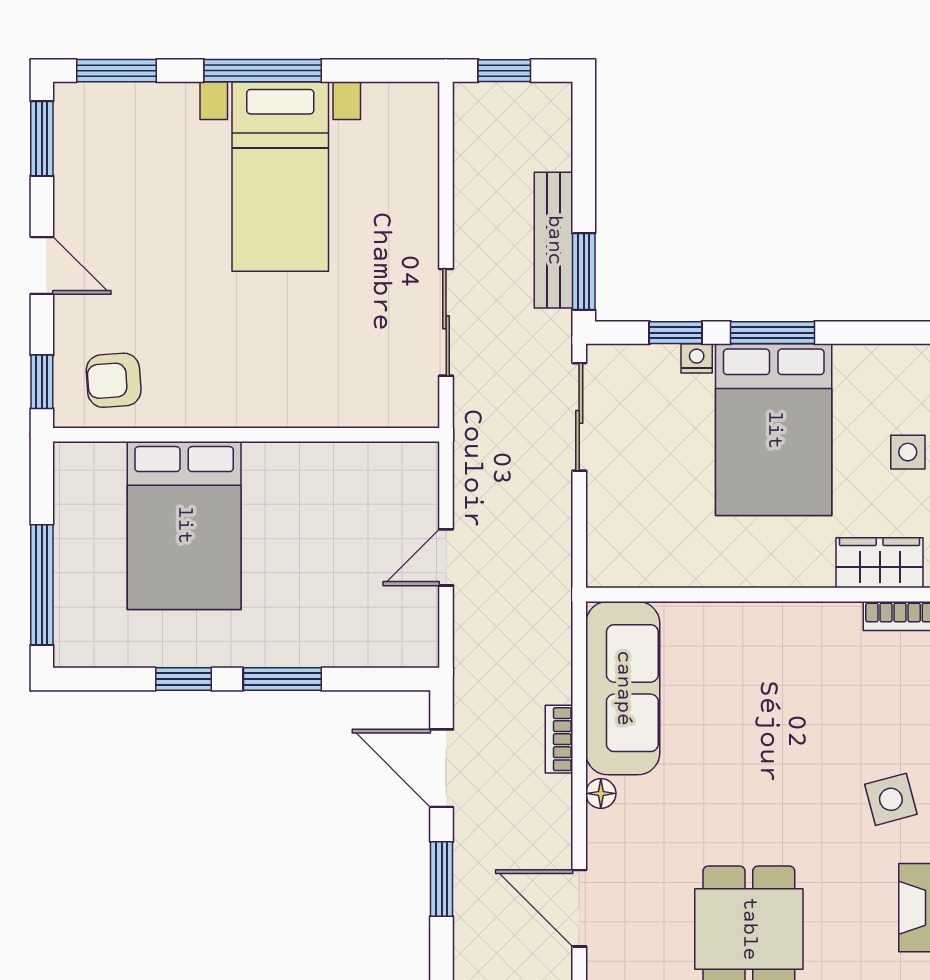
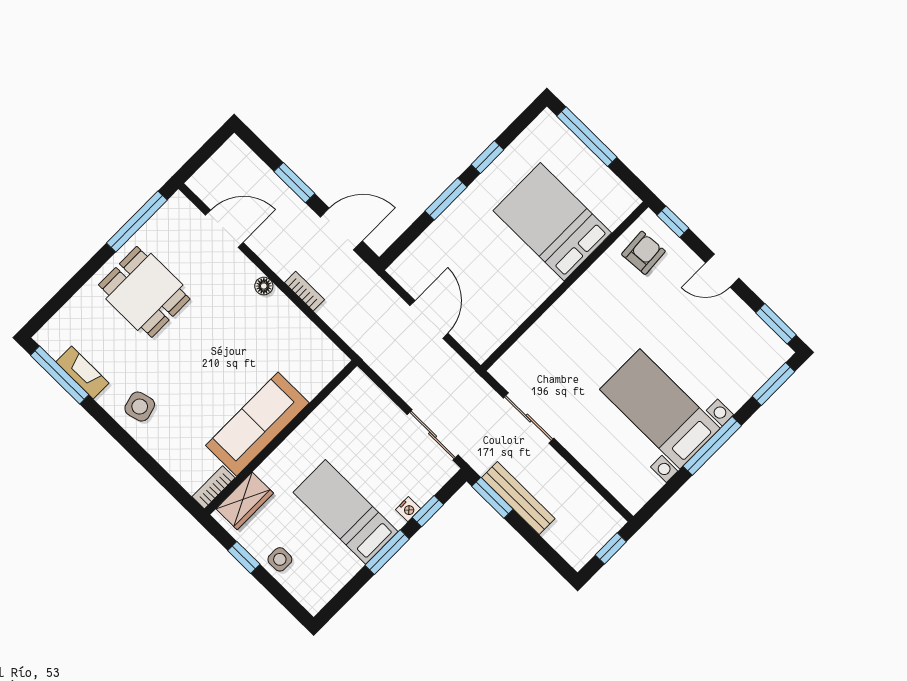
bed: (774, 430) -> (346, 512), width x0.67
door: (446, 557) -> (429, 319), width x1.37
sofa: (623, 688) -> (257, 424), moved, turned 90

